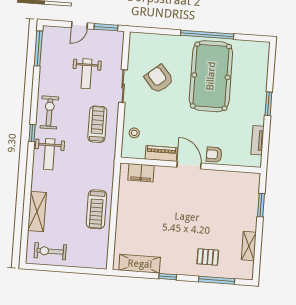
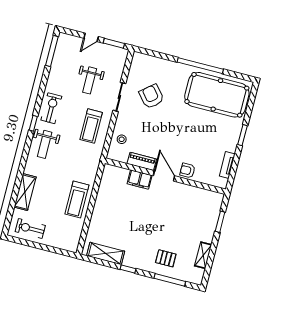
pool table: (211, 76) -> (217, 95), moved, turned 90
treadmill: (97, 124) -> (91, 126), turned 180
filing cabinet: (141, 173) -> (140, 180), moved

